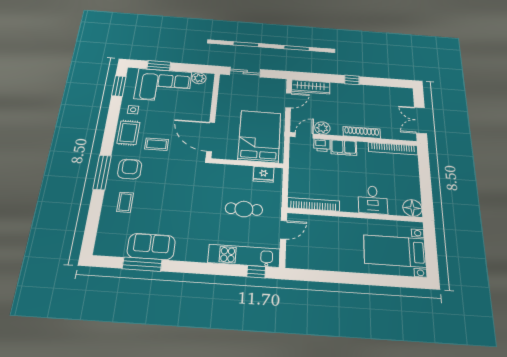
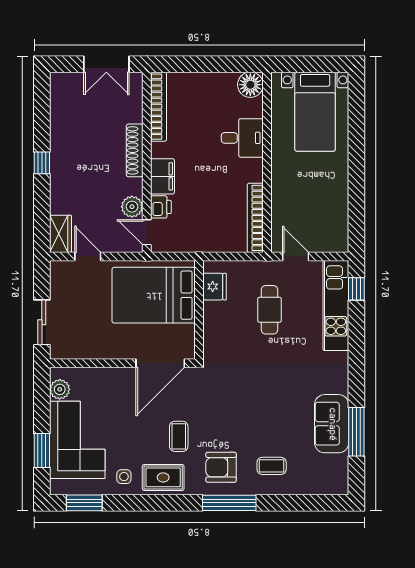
wardrobe: (311, 87) -> (60, 234), width x0.67

